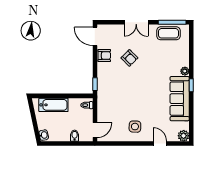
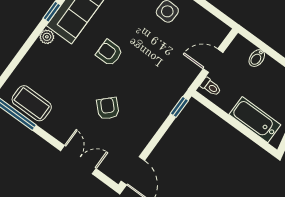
double door: (136, 22) -> (78, 160), moved
armchair: (104, 56) -> (109, 53), moved
door: (95, 130) -> (213, 61), moved

